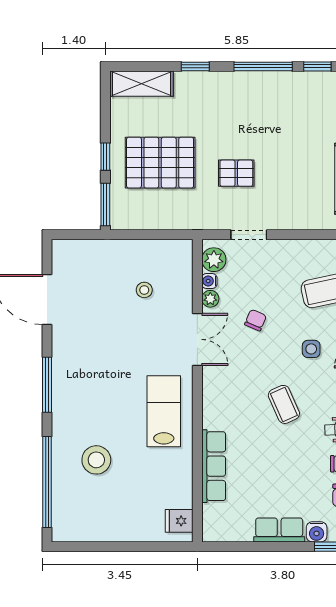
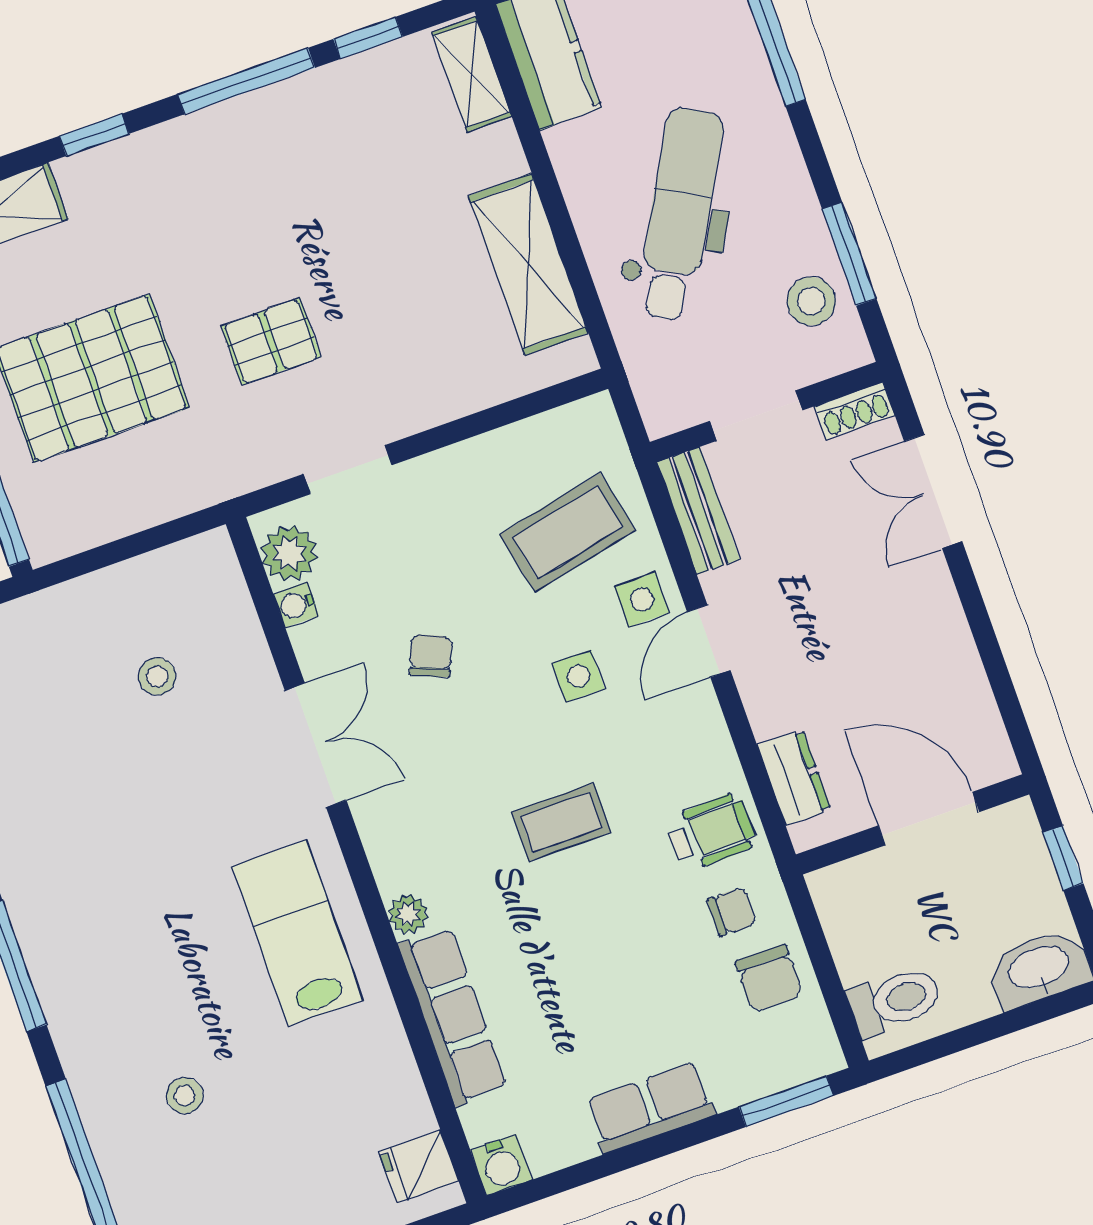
plant: (210, 299) -> (408, 914), moved
coffee table: (284, 404) -> (561, 822), turned -66
stool: (96, 460) -> (185, 1096), width x0.53, depth x0.53
water cooler: (317, 532) -> (501, 1165), moved

